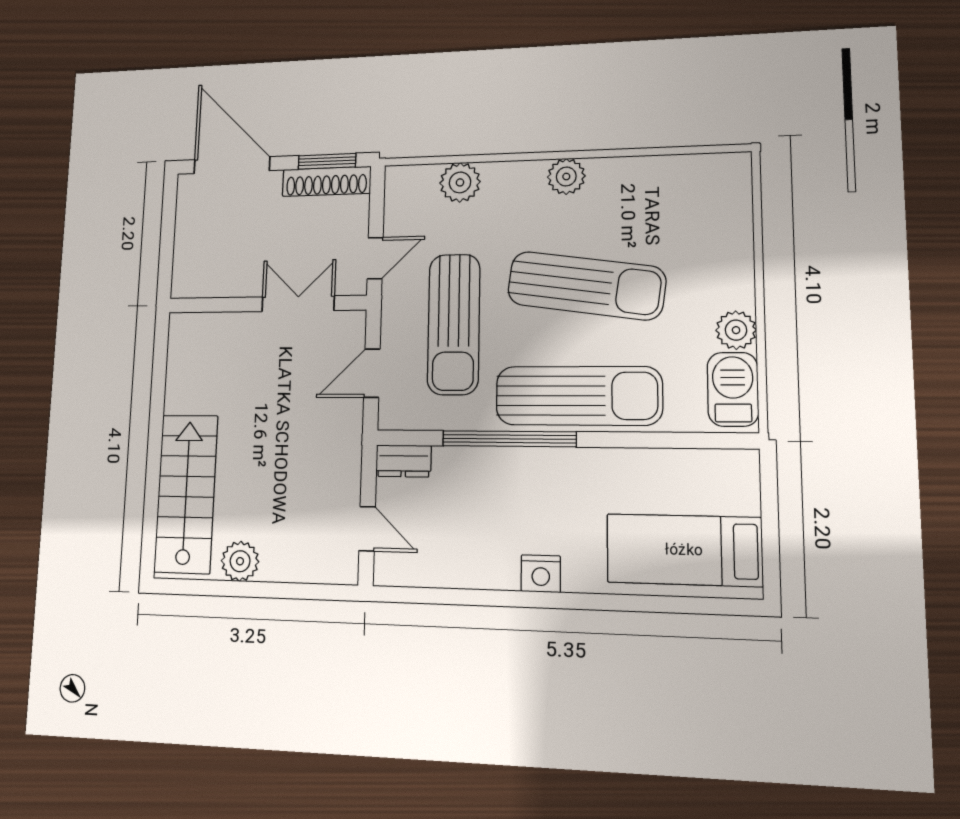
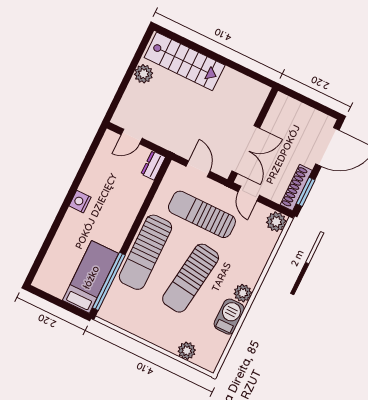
plant: (460, 182) -> (276, 222), moved
double door: (298, 304) -> (246, 150), width x1.37
plant: (736, 330) -> (187, 351), moved
barbecue: (733, 389) -> (229, 317), moved, turned -90
window: (509, 439) -> (109, 281), moved
bed: (684, 550) -> (91, 277), moved

